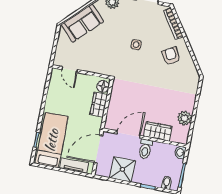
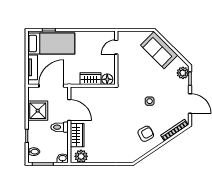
plant: (185, 118) -> (81, 156), moved
door: (98, 149) -> (51, 86), hinge flipped

